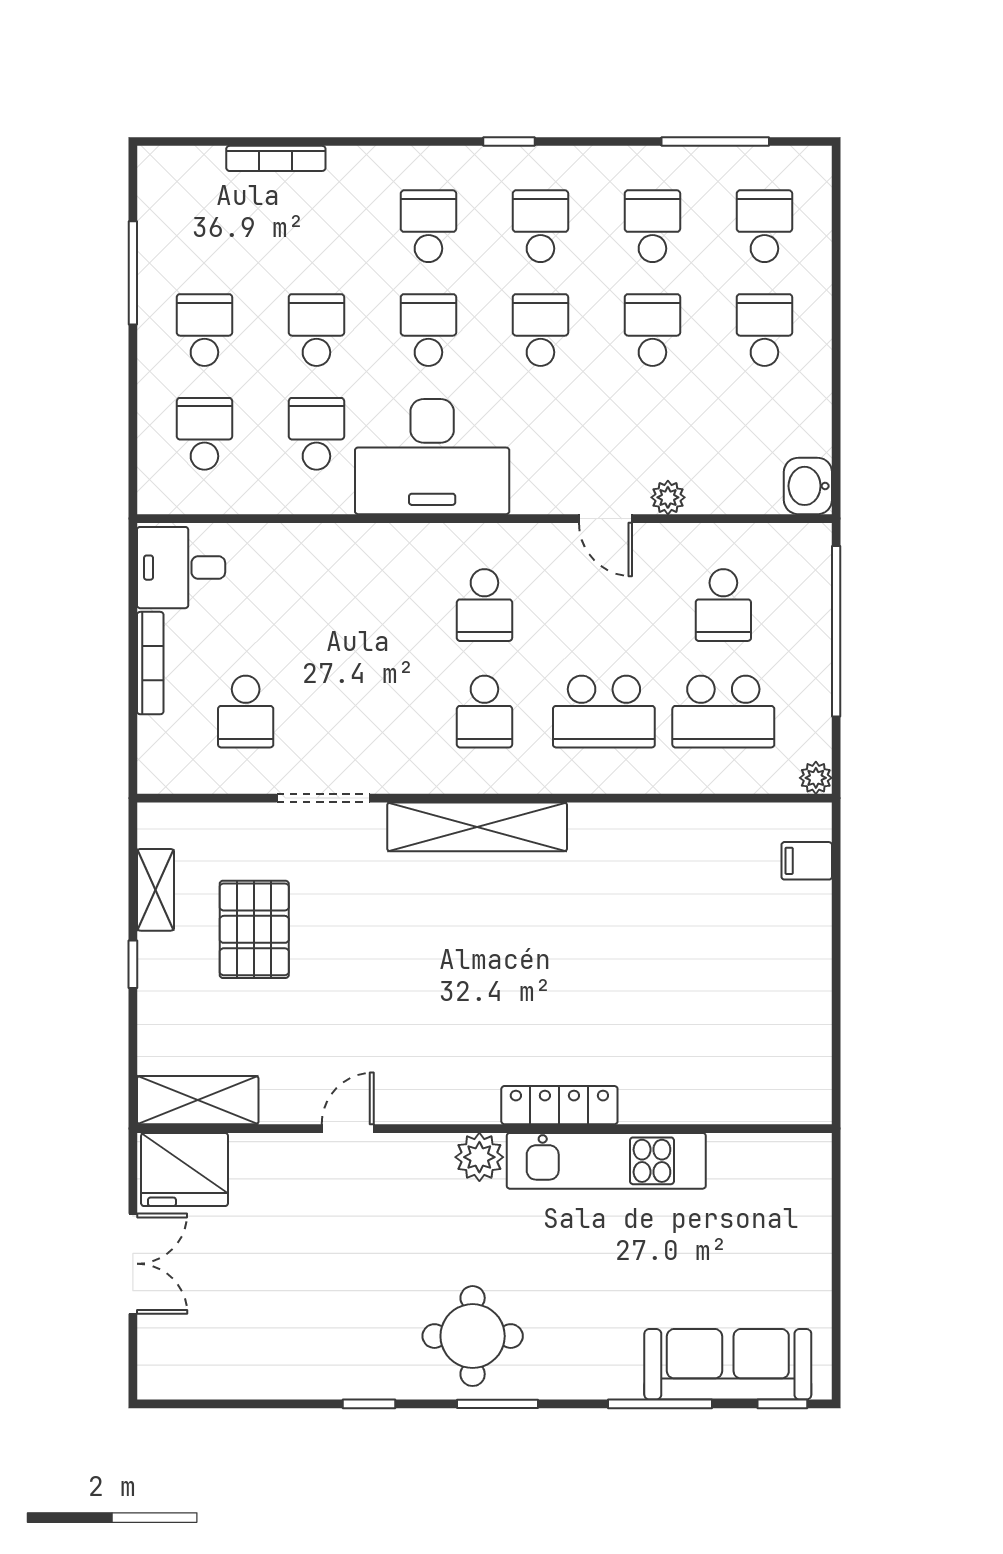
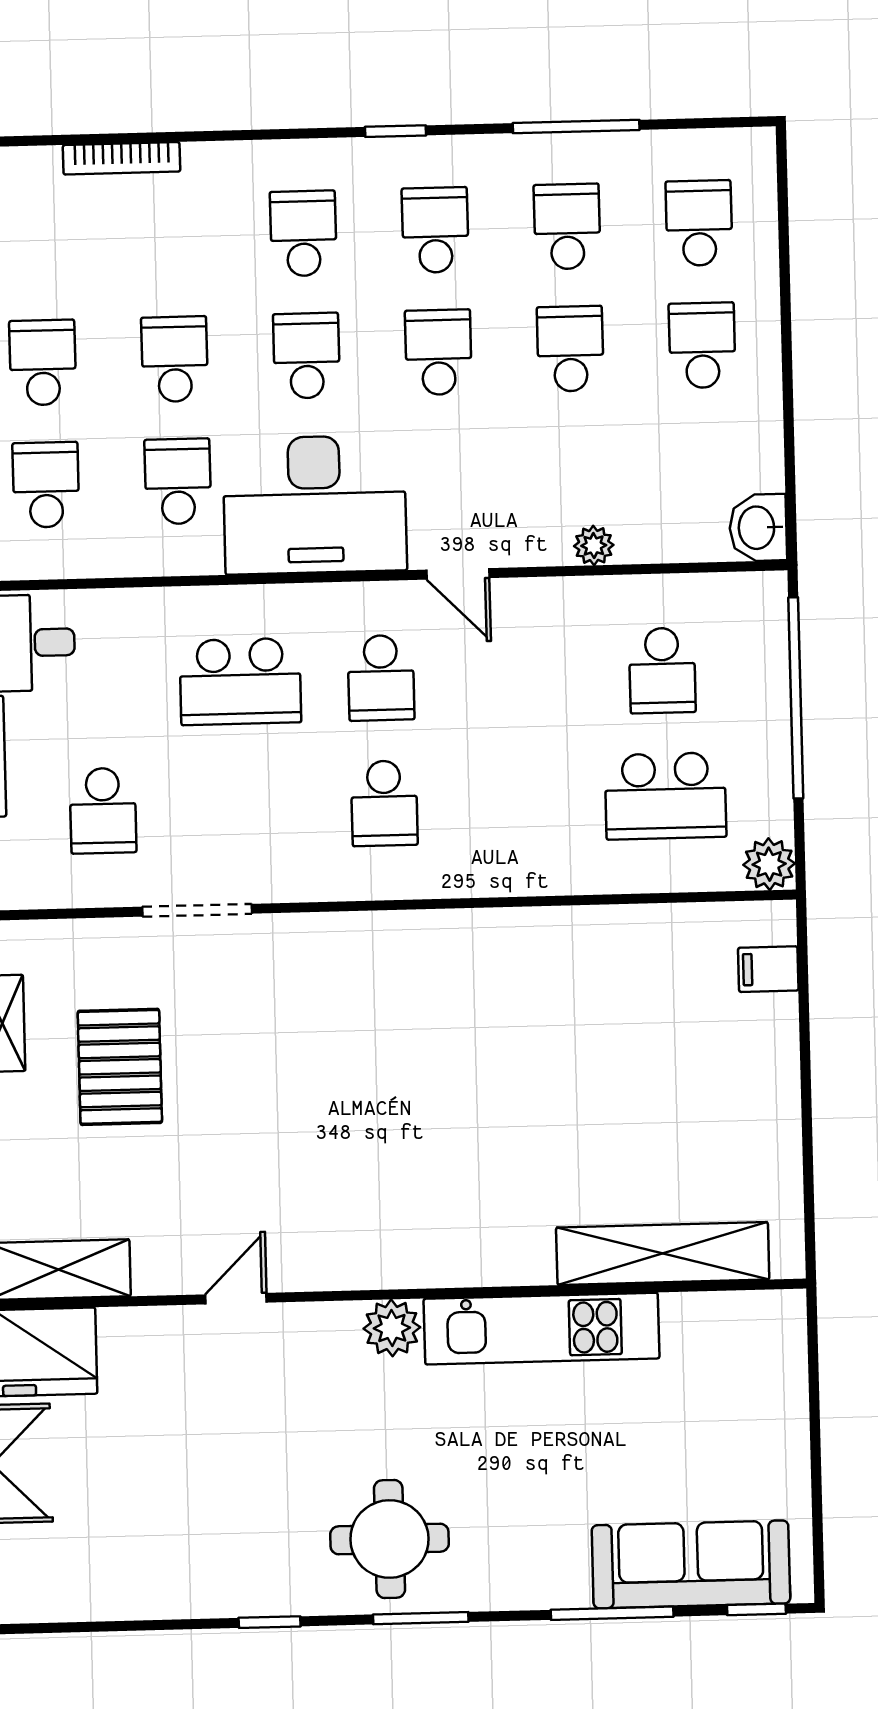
window: (715, 141) -> (576, 126), moved
door: (606, 519) -> (458, 574), moved
school desk: (604, 712) -> (240, 682), moved
plant: (816, 778) -> (769, 864), width x1.38, depth x1.38
shelving: (477, 827) -> (663, 1254), moved
locker: (559, 1105) -> (485, 1264), removed

